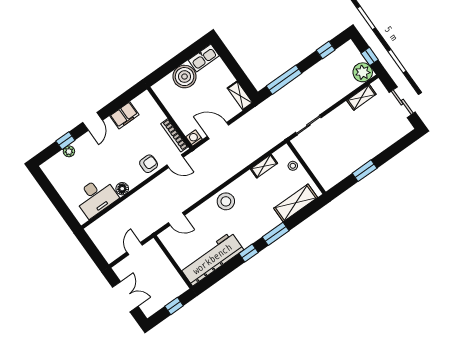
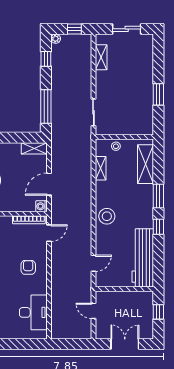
plant: (363, 72) -> (56, 39), moved, width x0.53, depth x0.53
armchair: (149, 164) -> (28, 267), moved
floor lamp: (122, 189) -> (41, 288), removed

